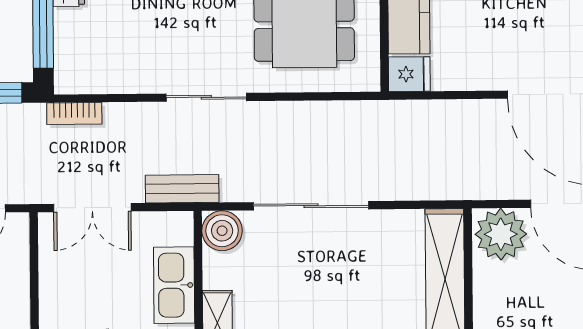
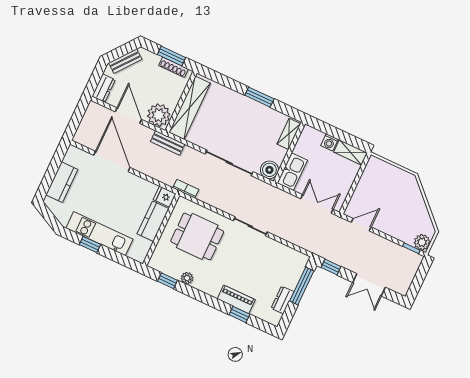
bookcase: (74, 113) -> (186, 189), moved
bench: (182, 189) -> (168, 143), moved
kitchen sink: (174, 285) -> (292, 172), moved

